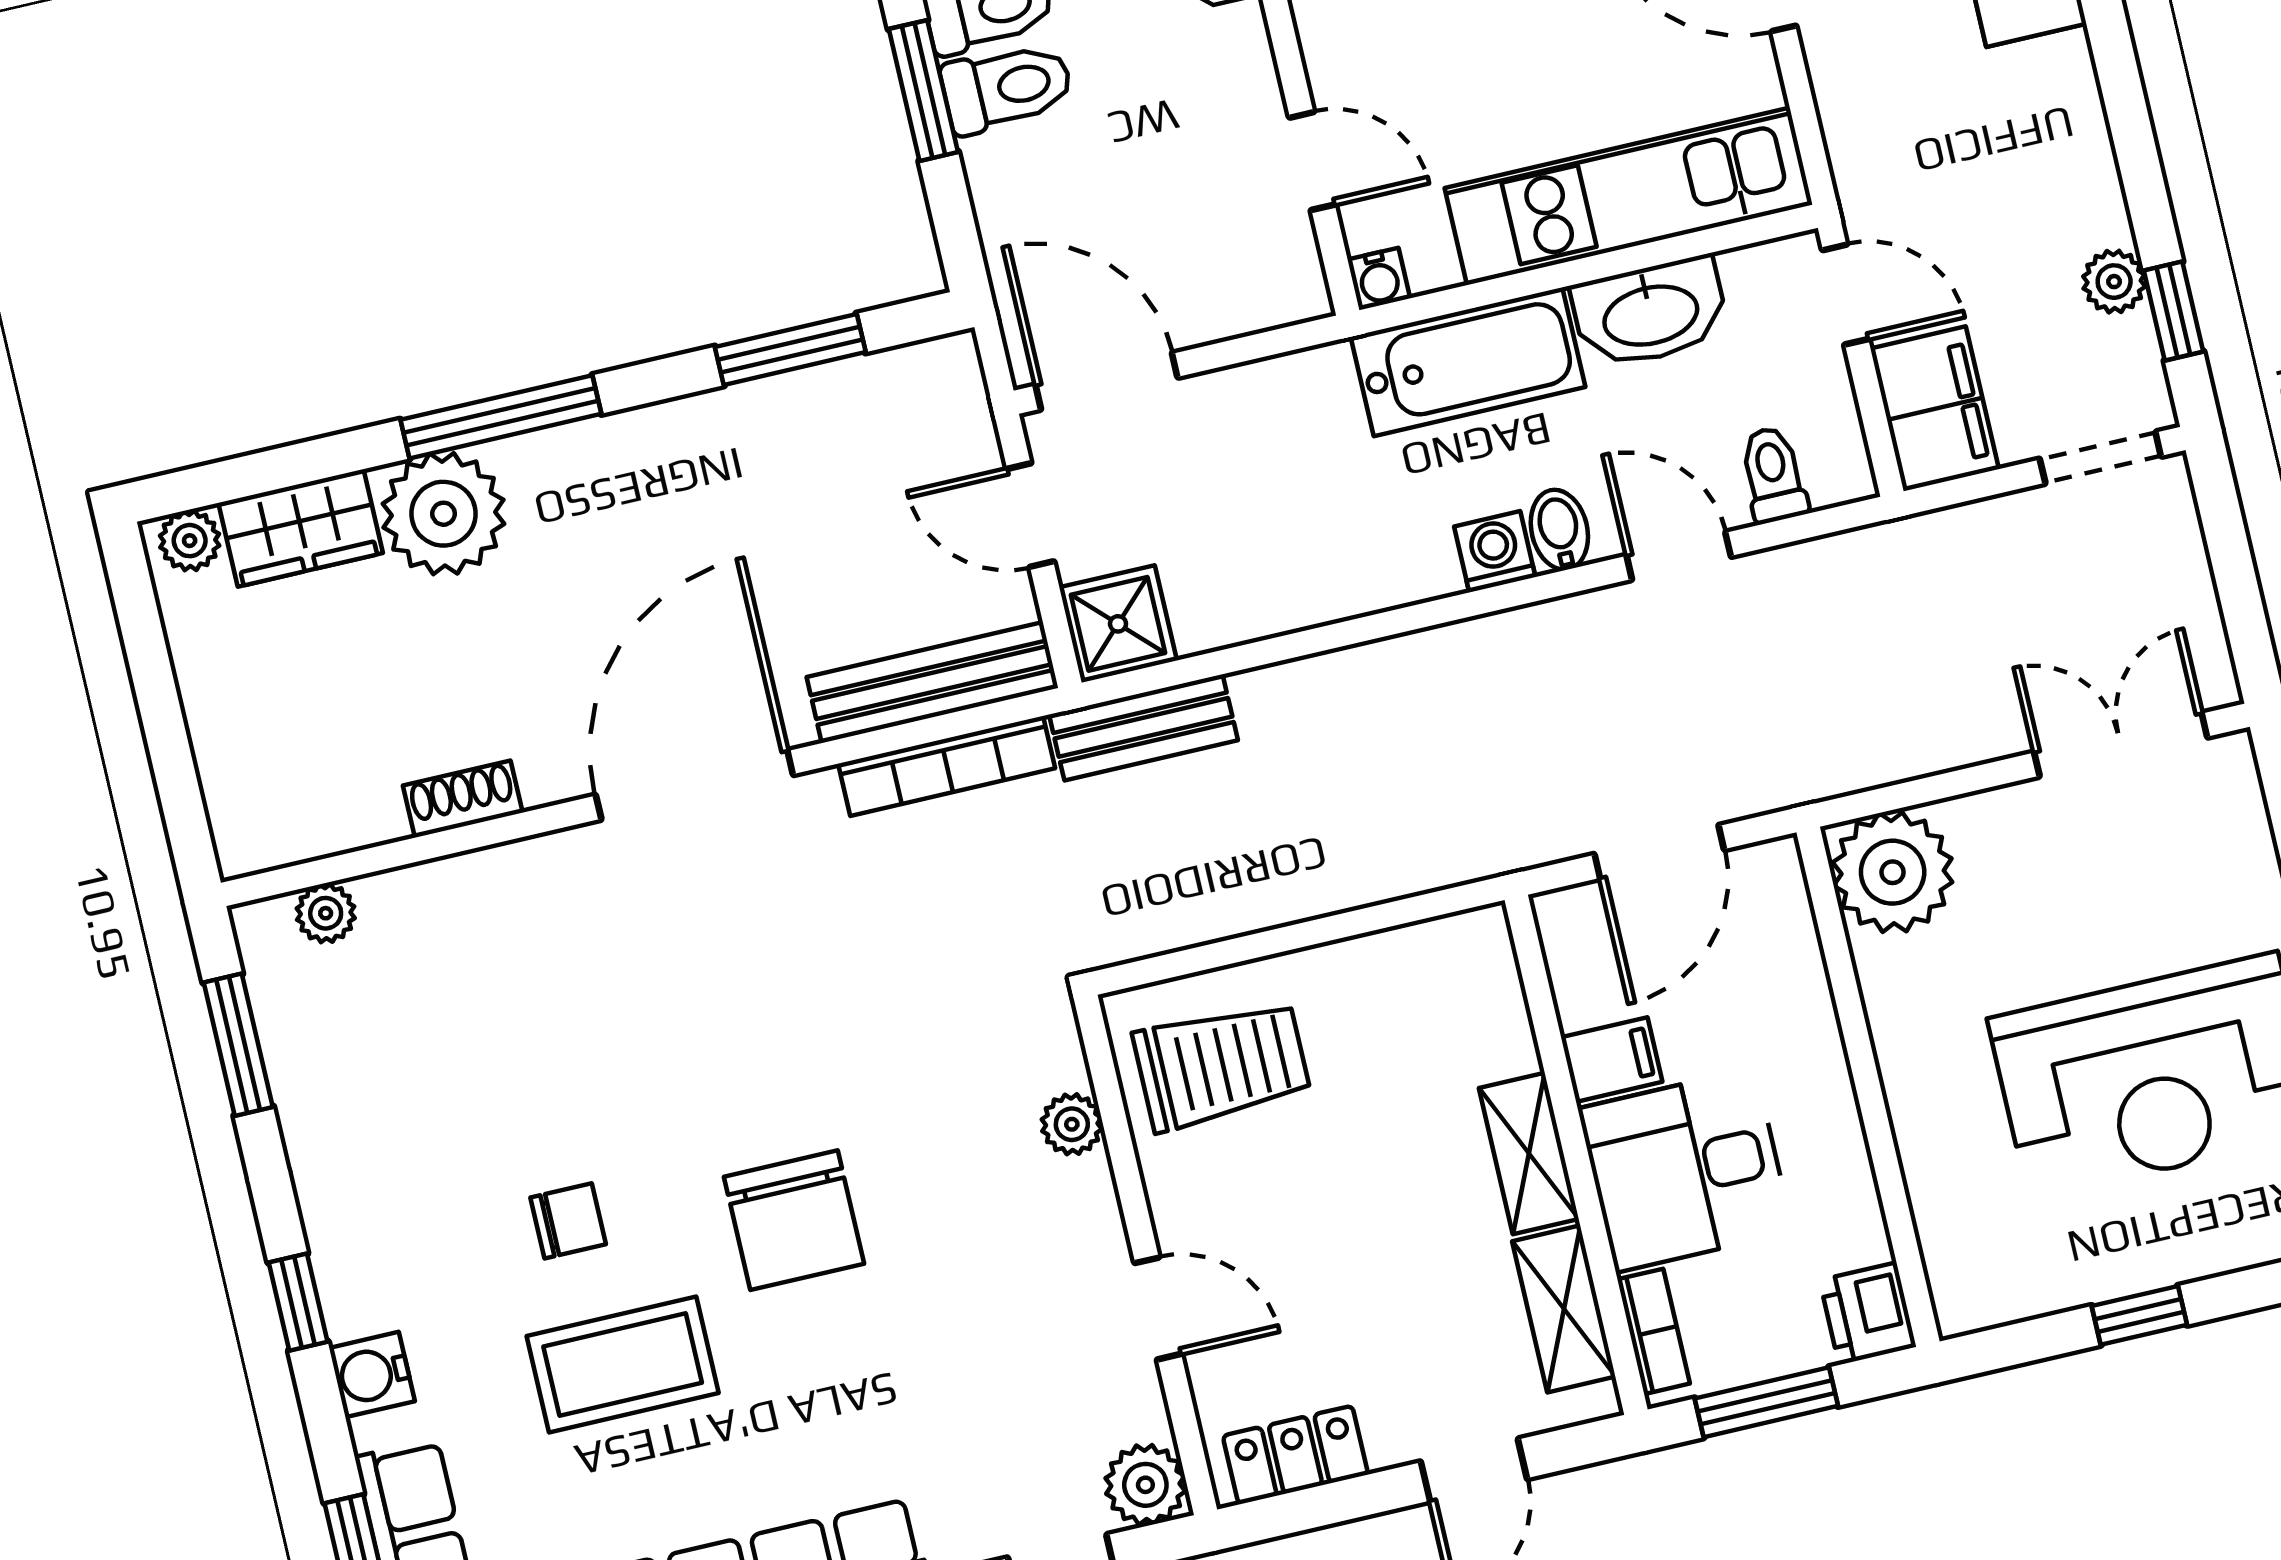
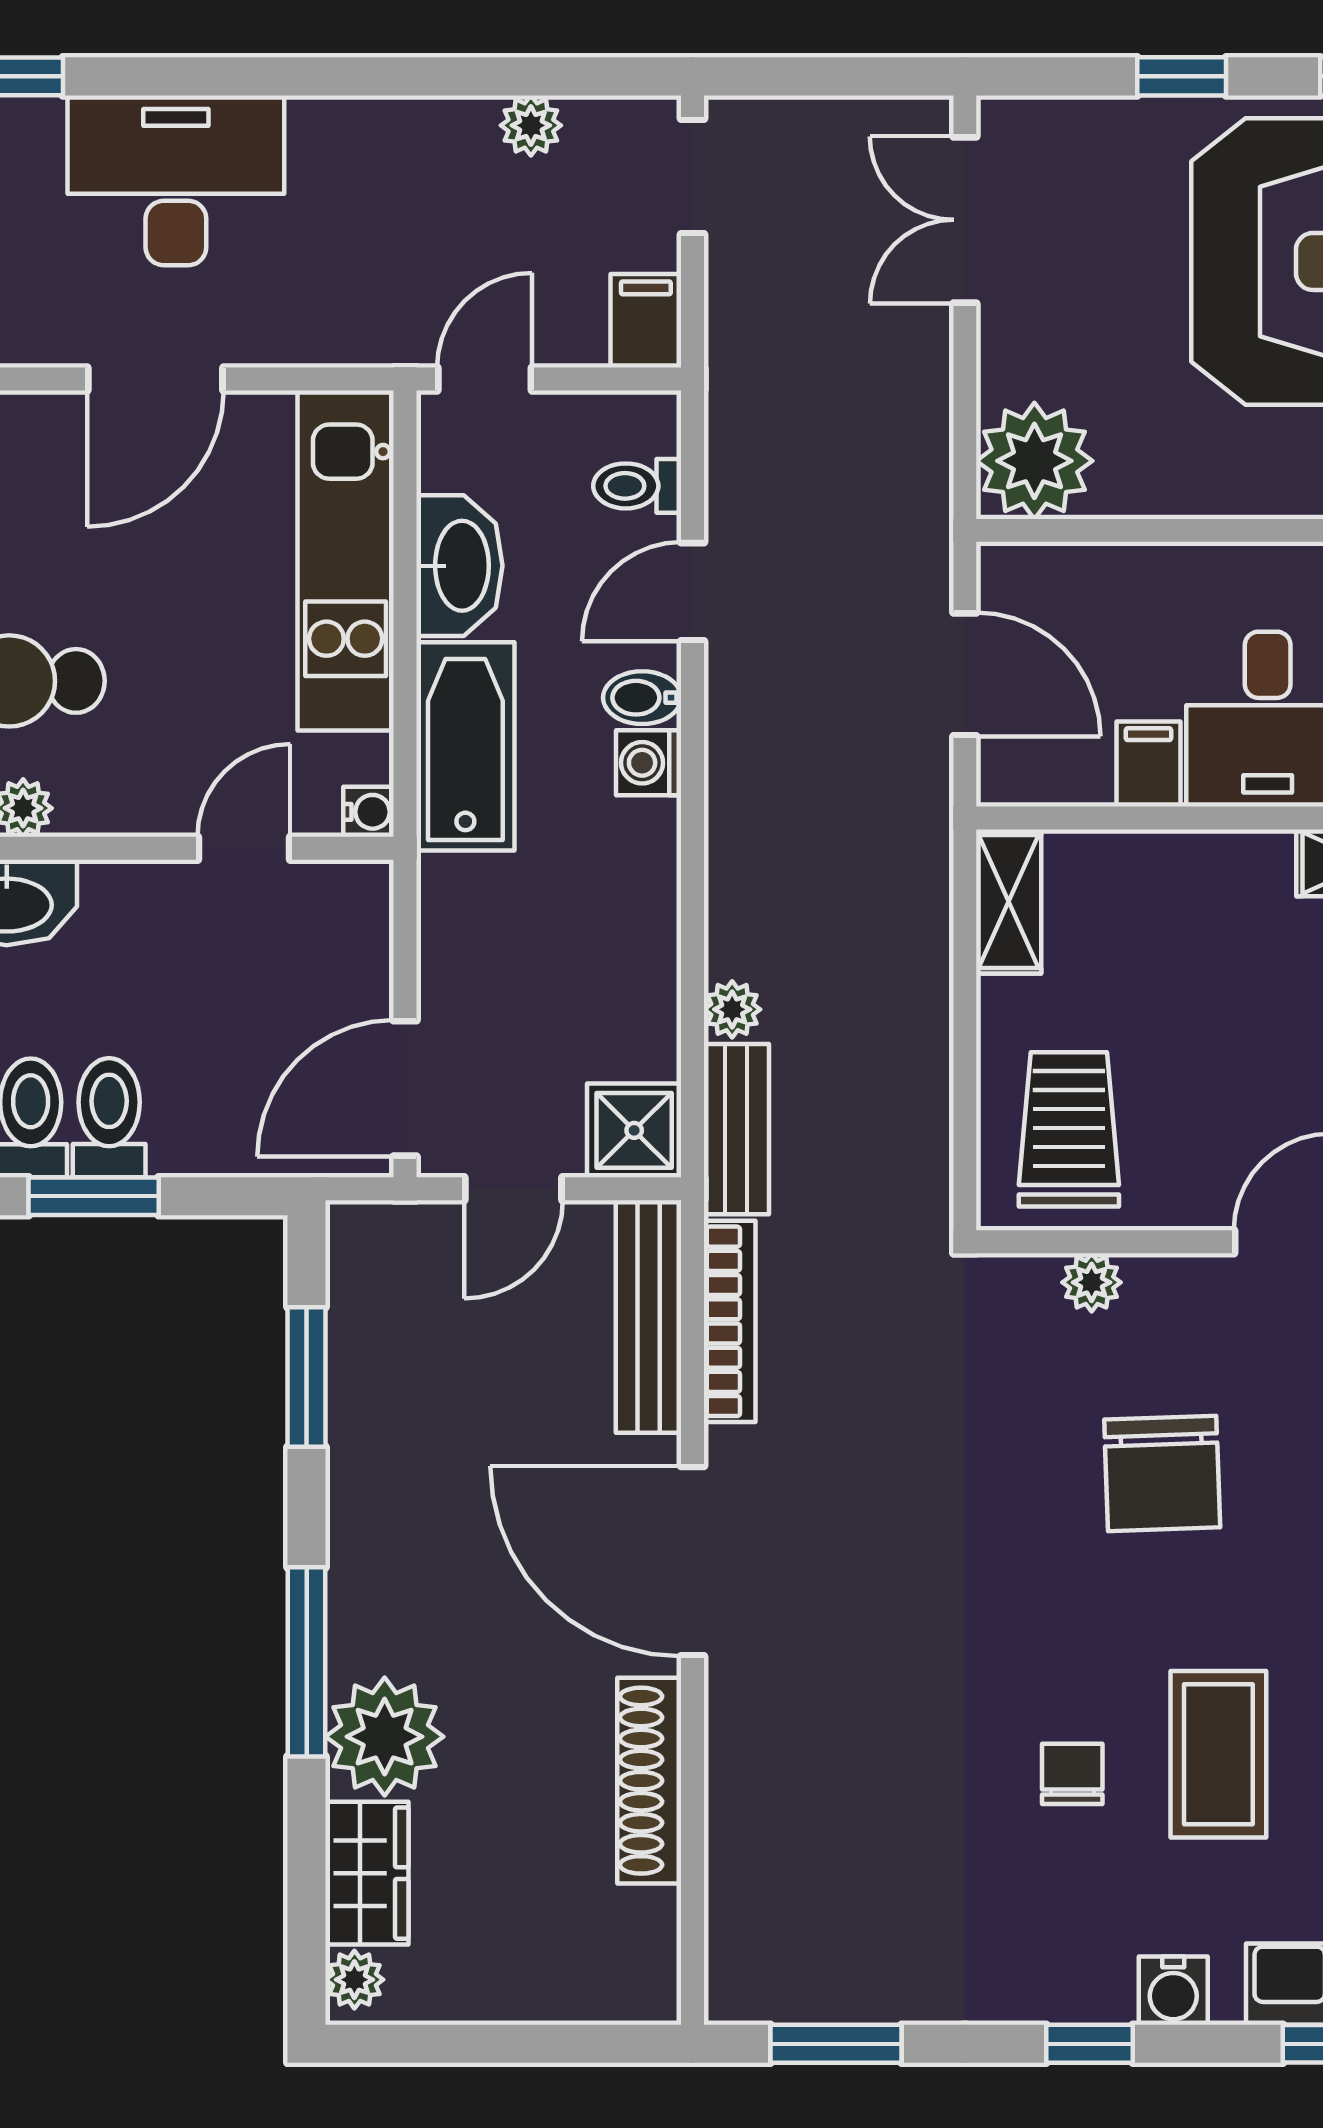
window: (2173, 311) -> (571, 76), removed
filing cabinet: (1935, 409) -> (646, 321), width x0.50
shoe rack: (463, 799) -> (649, 1781), width x1.94, depth x1.24
plant: (326, 913) -> (732, 1009), moved
shelving: (1529, 1153) -> (1009, 901), moved, turned 90
chair: (794, 1220) -> (1162, 1473), moved, turned 88

